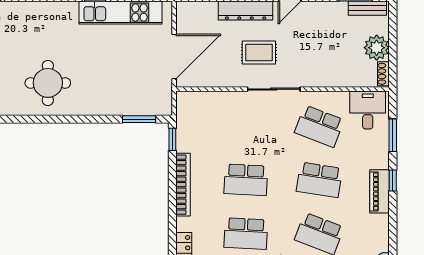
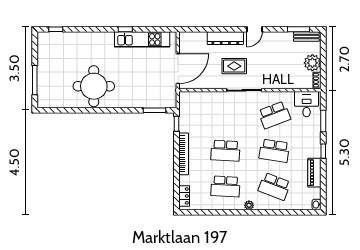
round table: (48, 83) -> (94, 86), width x1.36, depth x1.36
school desk: (319, 126) -> (274, 115), turned -42
piano: (380, 191) -> (314, 173), moved

